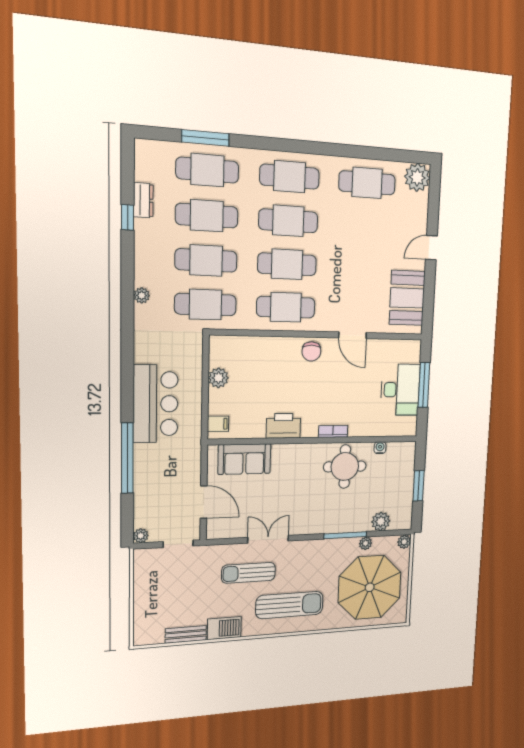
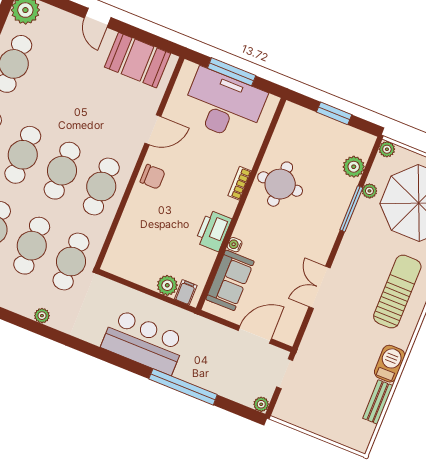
plant: (218, 378) -> (167, 285), moved
desk: (400, 390) -> (224, 105), width x1.36, depth x1.30
water cooler: (380, 448) -> (235, 245), moved
sun lounger: (249, 573) -> (345, 319), removed

